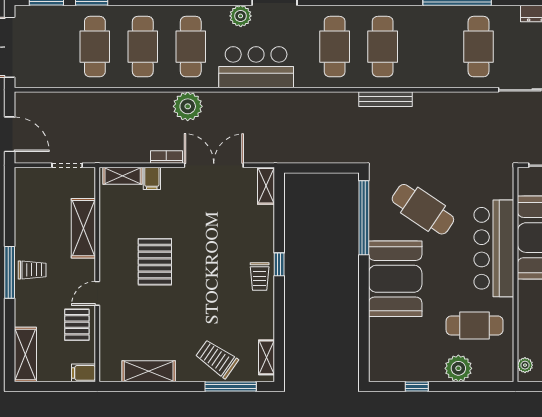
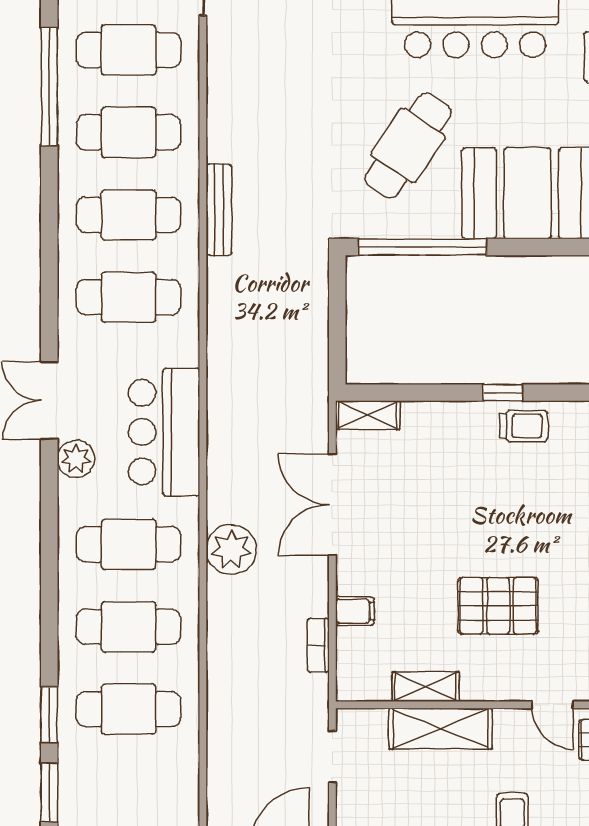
cafe table: (431, 47) -> (129, 132), added
bookcase: (166, 157) -> (318, 645), moved
shelving: (123, 176) -> (426, 687), moved, turned 90

